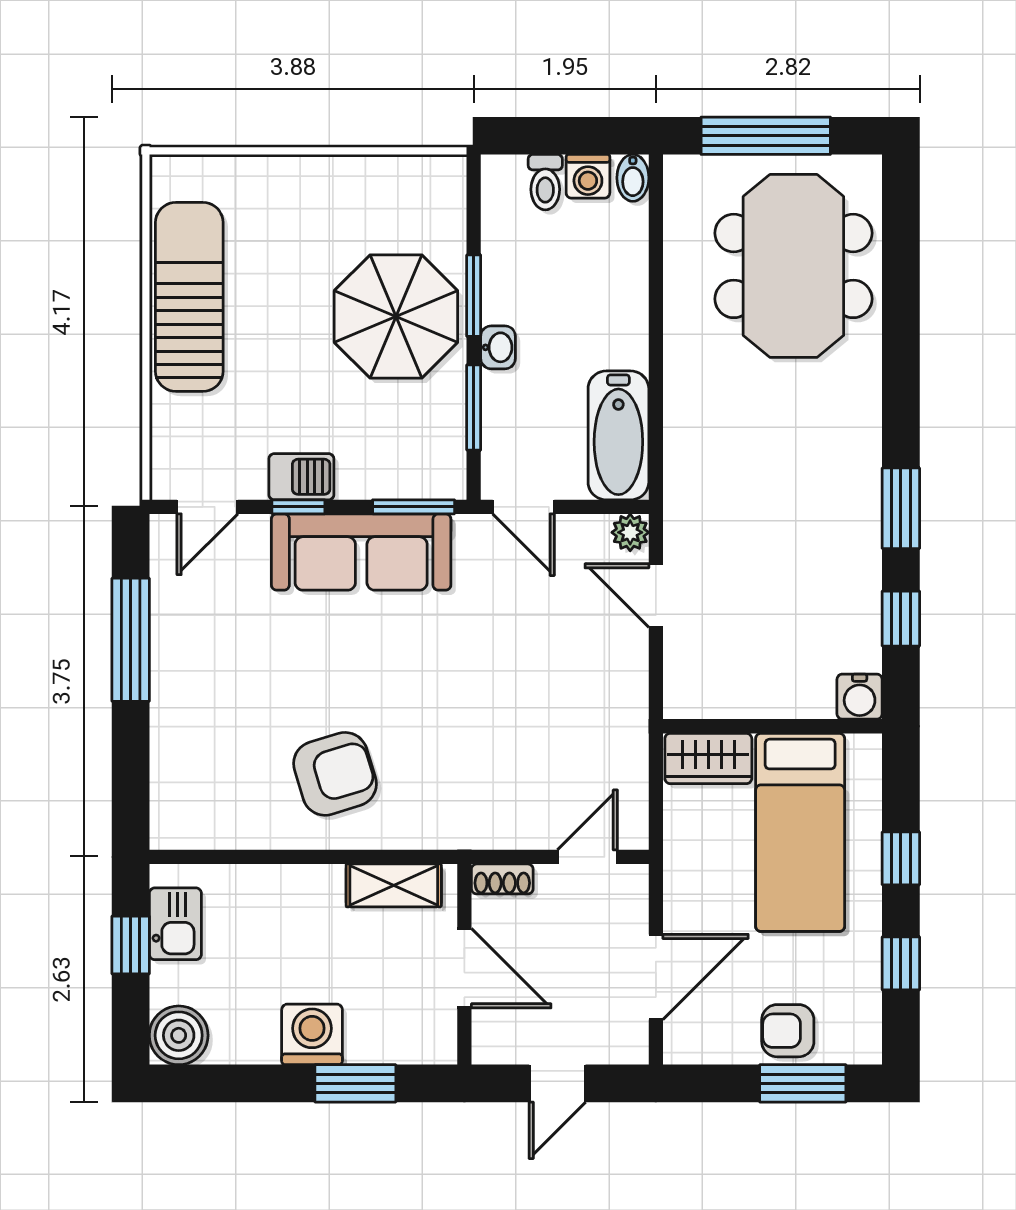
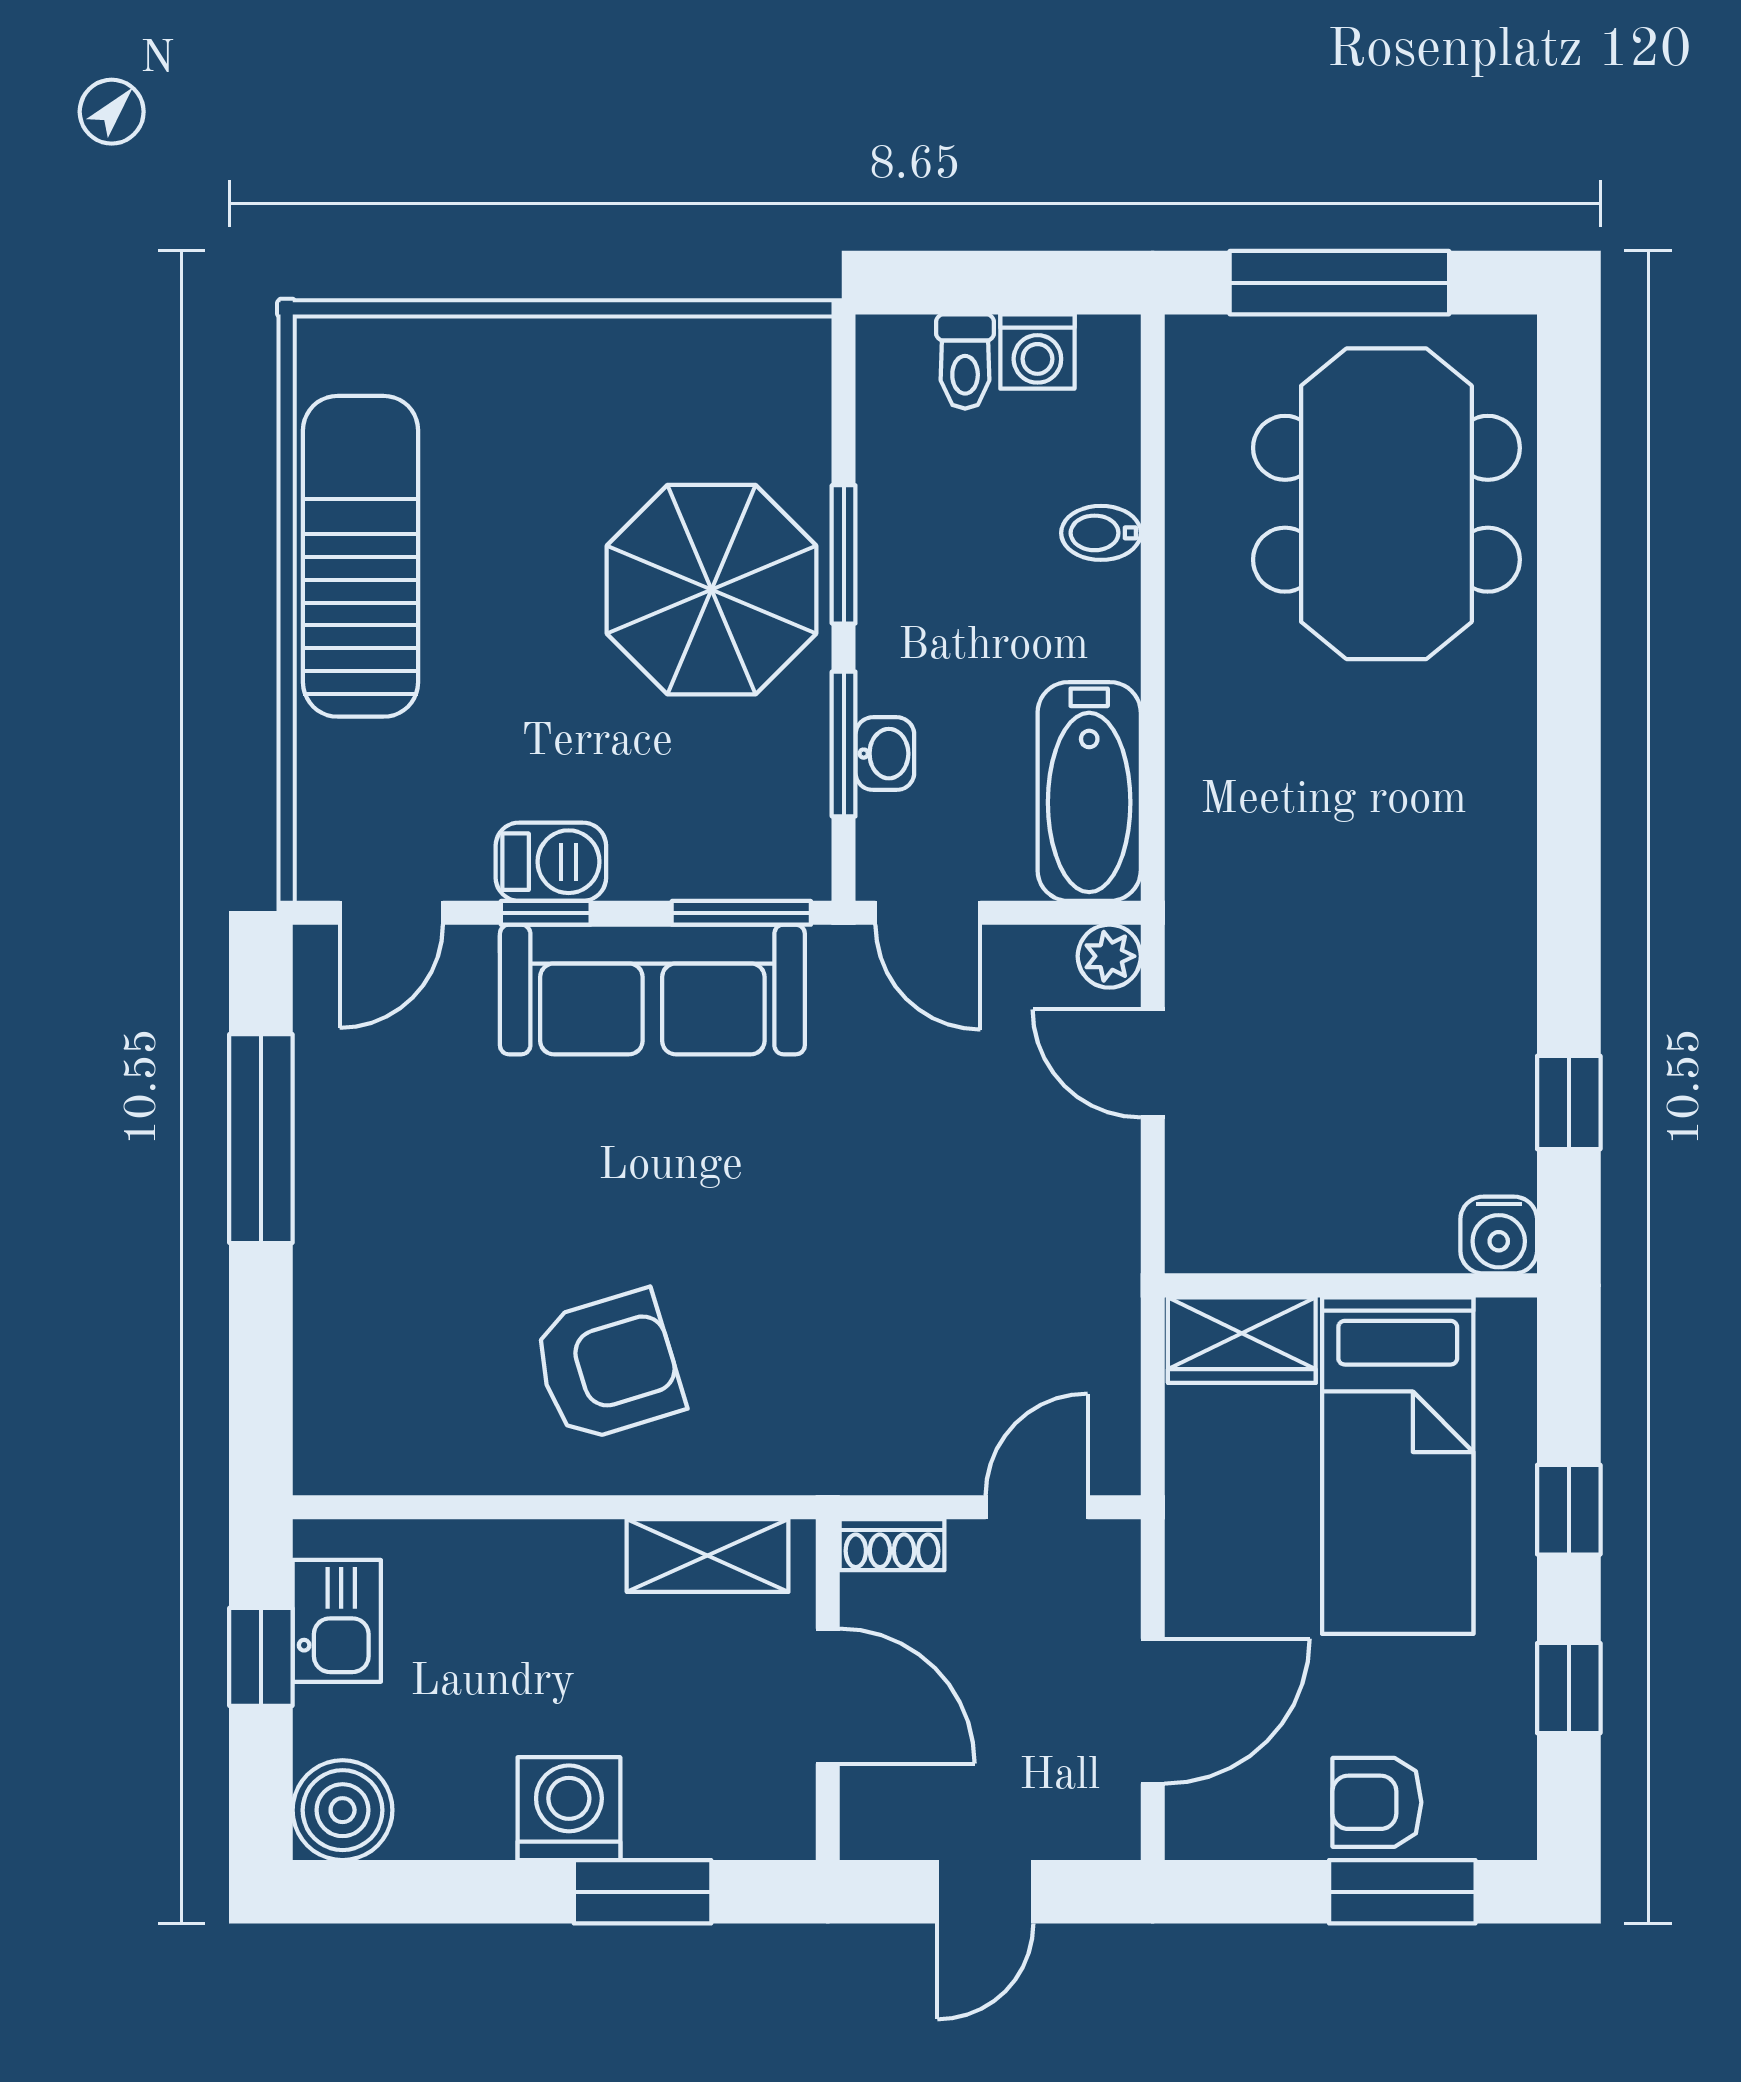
bidet: (633, 178) -> (1101, 533), moved, turned 90
washbasin: (498, 347) -> (885, 754), moved
window: (901, 508) -> (1569, 915), removed

